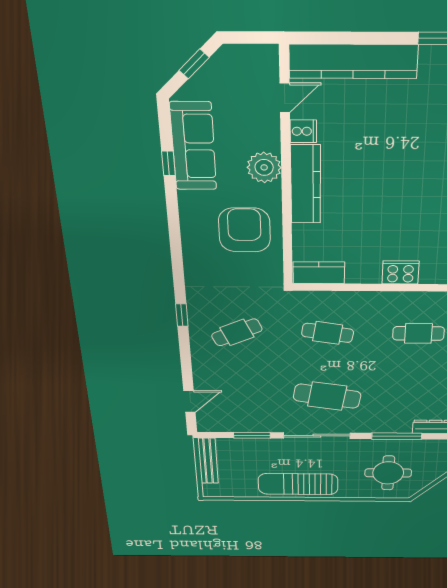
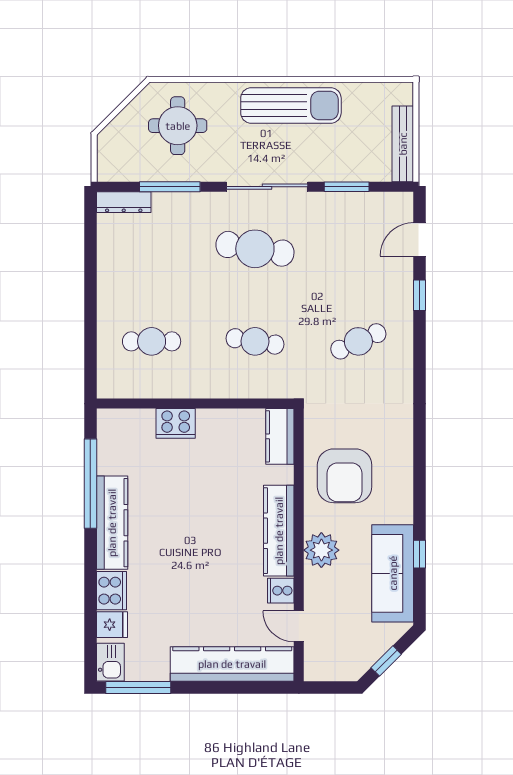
door: (285, 98) -> (299, 626), hinge flipped
kitchen counter: (319, 273) -> (280, 436), moved, turned 90
window: (182, 315) -> (419, 295), moved

